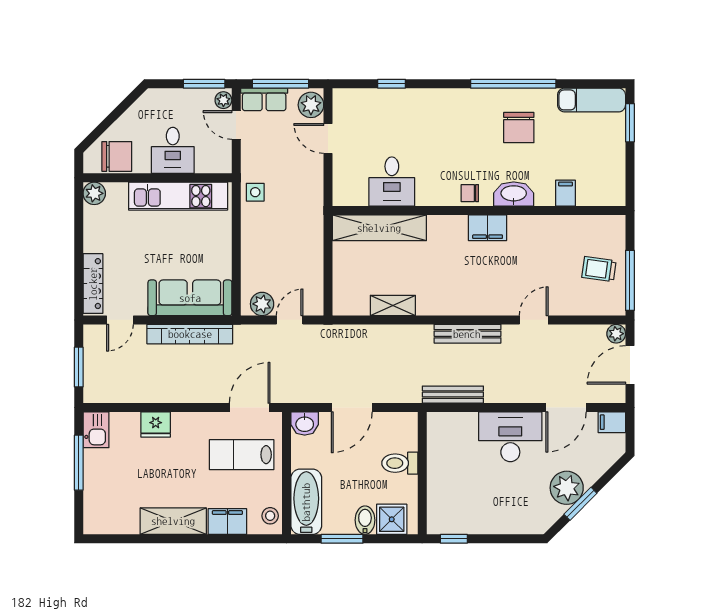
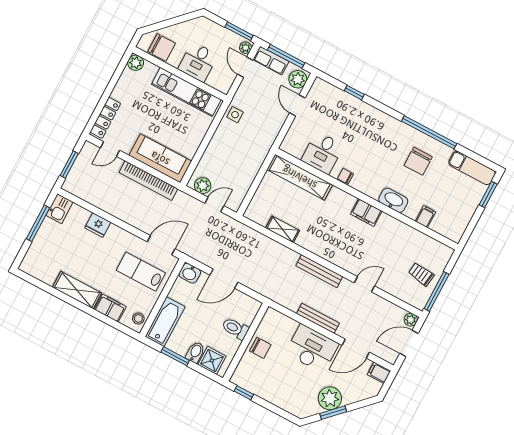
chair: (470, 193) -> (346, 176), moved
bench: (453, 395) -> (318, 318), moved
chair: (444, 471) -> (260, 348), added

